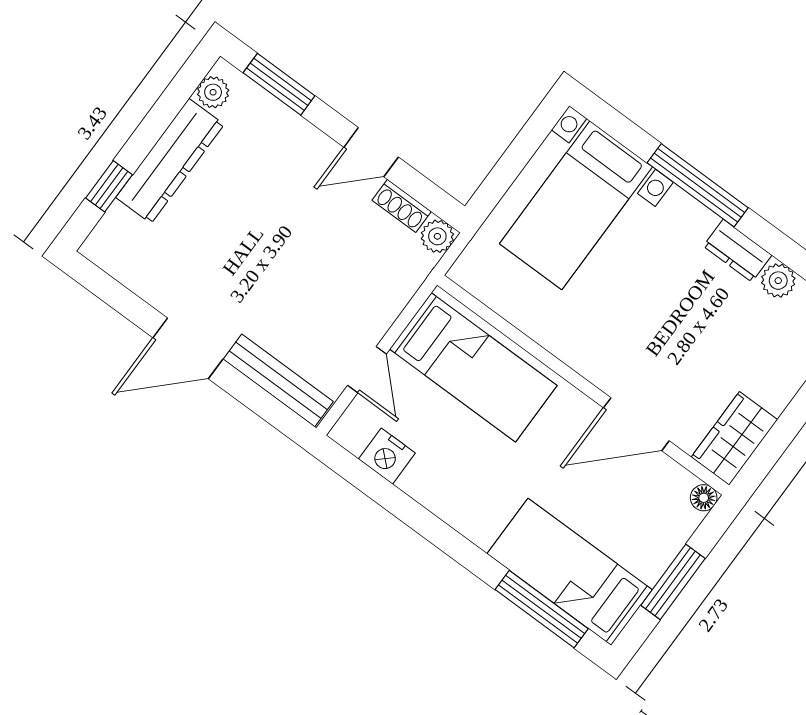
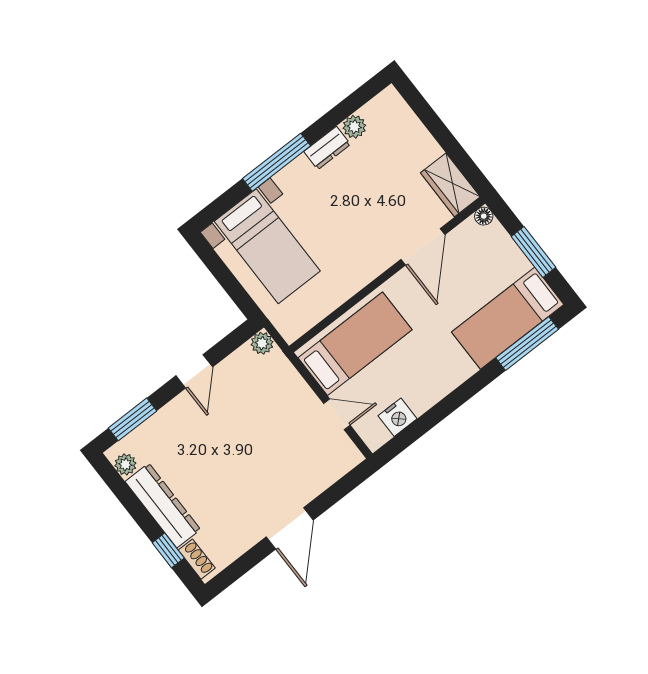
shoe rack: (402, 206) -> (197, 559), moved, turned -90
bench: (278, 380) -> (327, 475), removed

